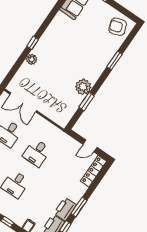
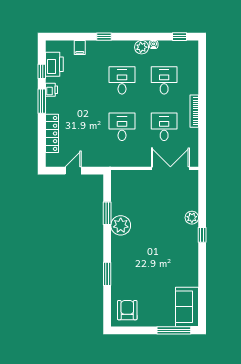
armchair: (118, 27) -> (127, 310), turned -72
locker: (94, 171) -> (52, 133), moved
printer: (65, 209) -> (51, 90), width x0.53, depth x0.68

